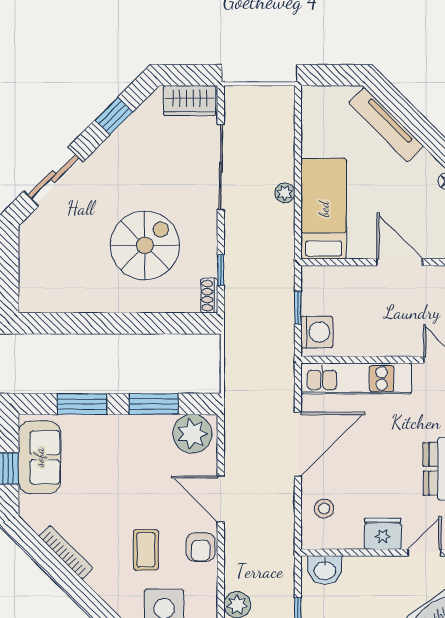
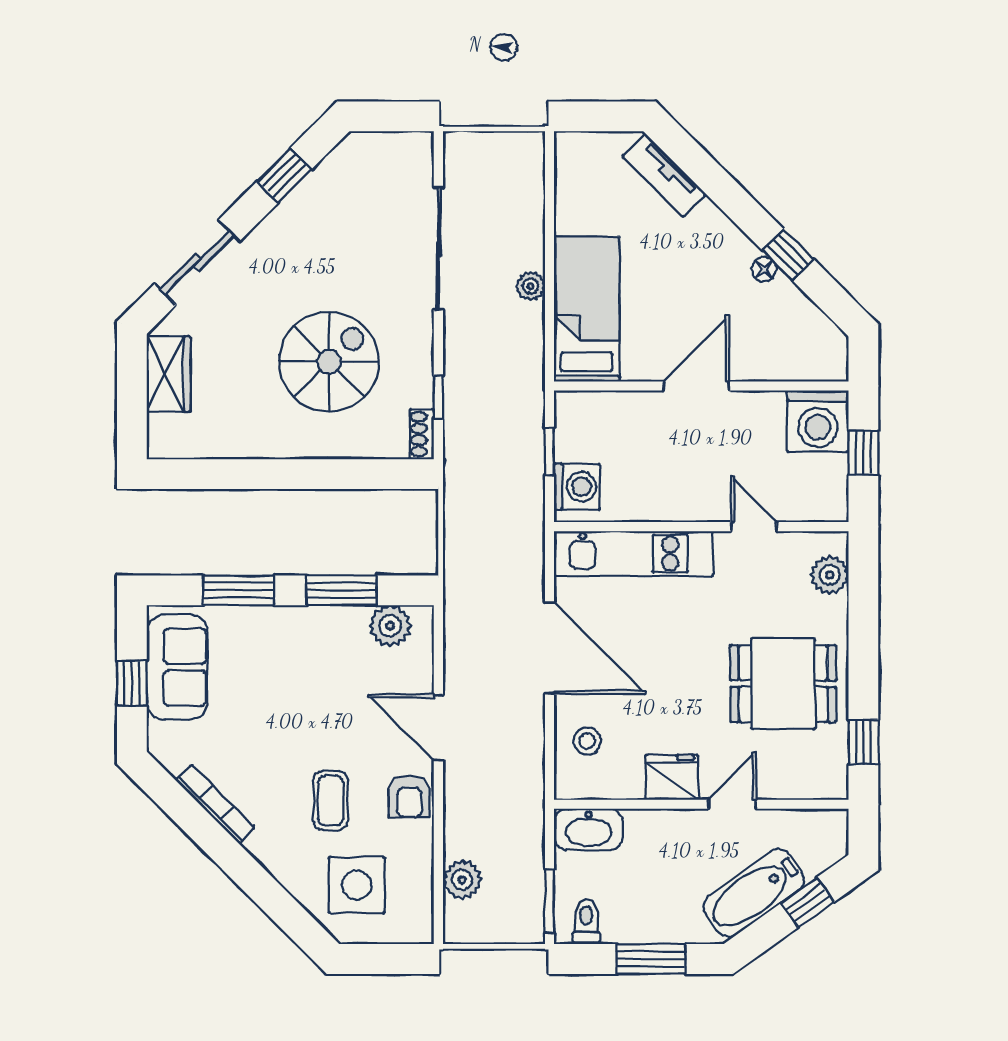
wardrobe: (190, 101) -> (169, 374), moved, turned -90
tv unit: (386, 125) -> (664, 175), width x0.71
door: (400, 262) -> (696, 386), hinge flipped
plant: (192, 434) -> (390, 626), width x0.73, depth x0.73
door: (298, 444) -> (549, 648), hinge flipped
washbasin: (325, 570) -> (588, 829), width x1.38

